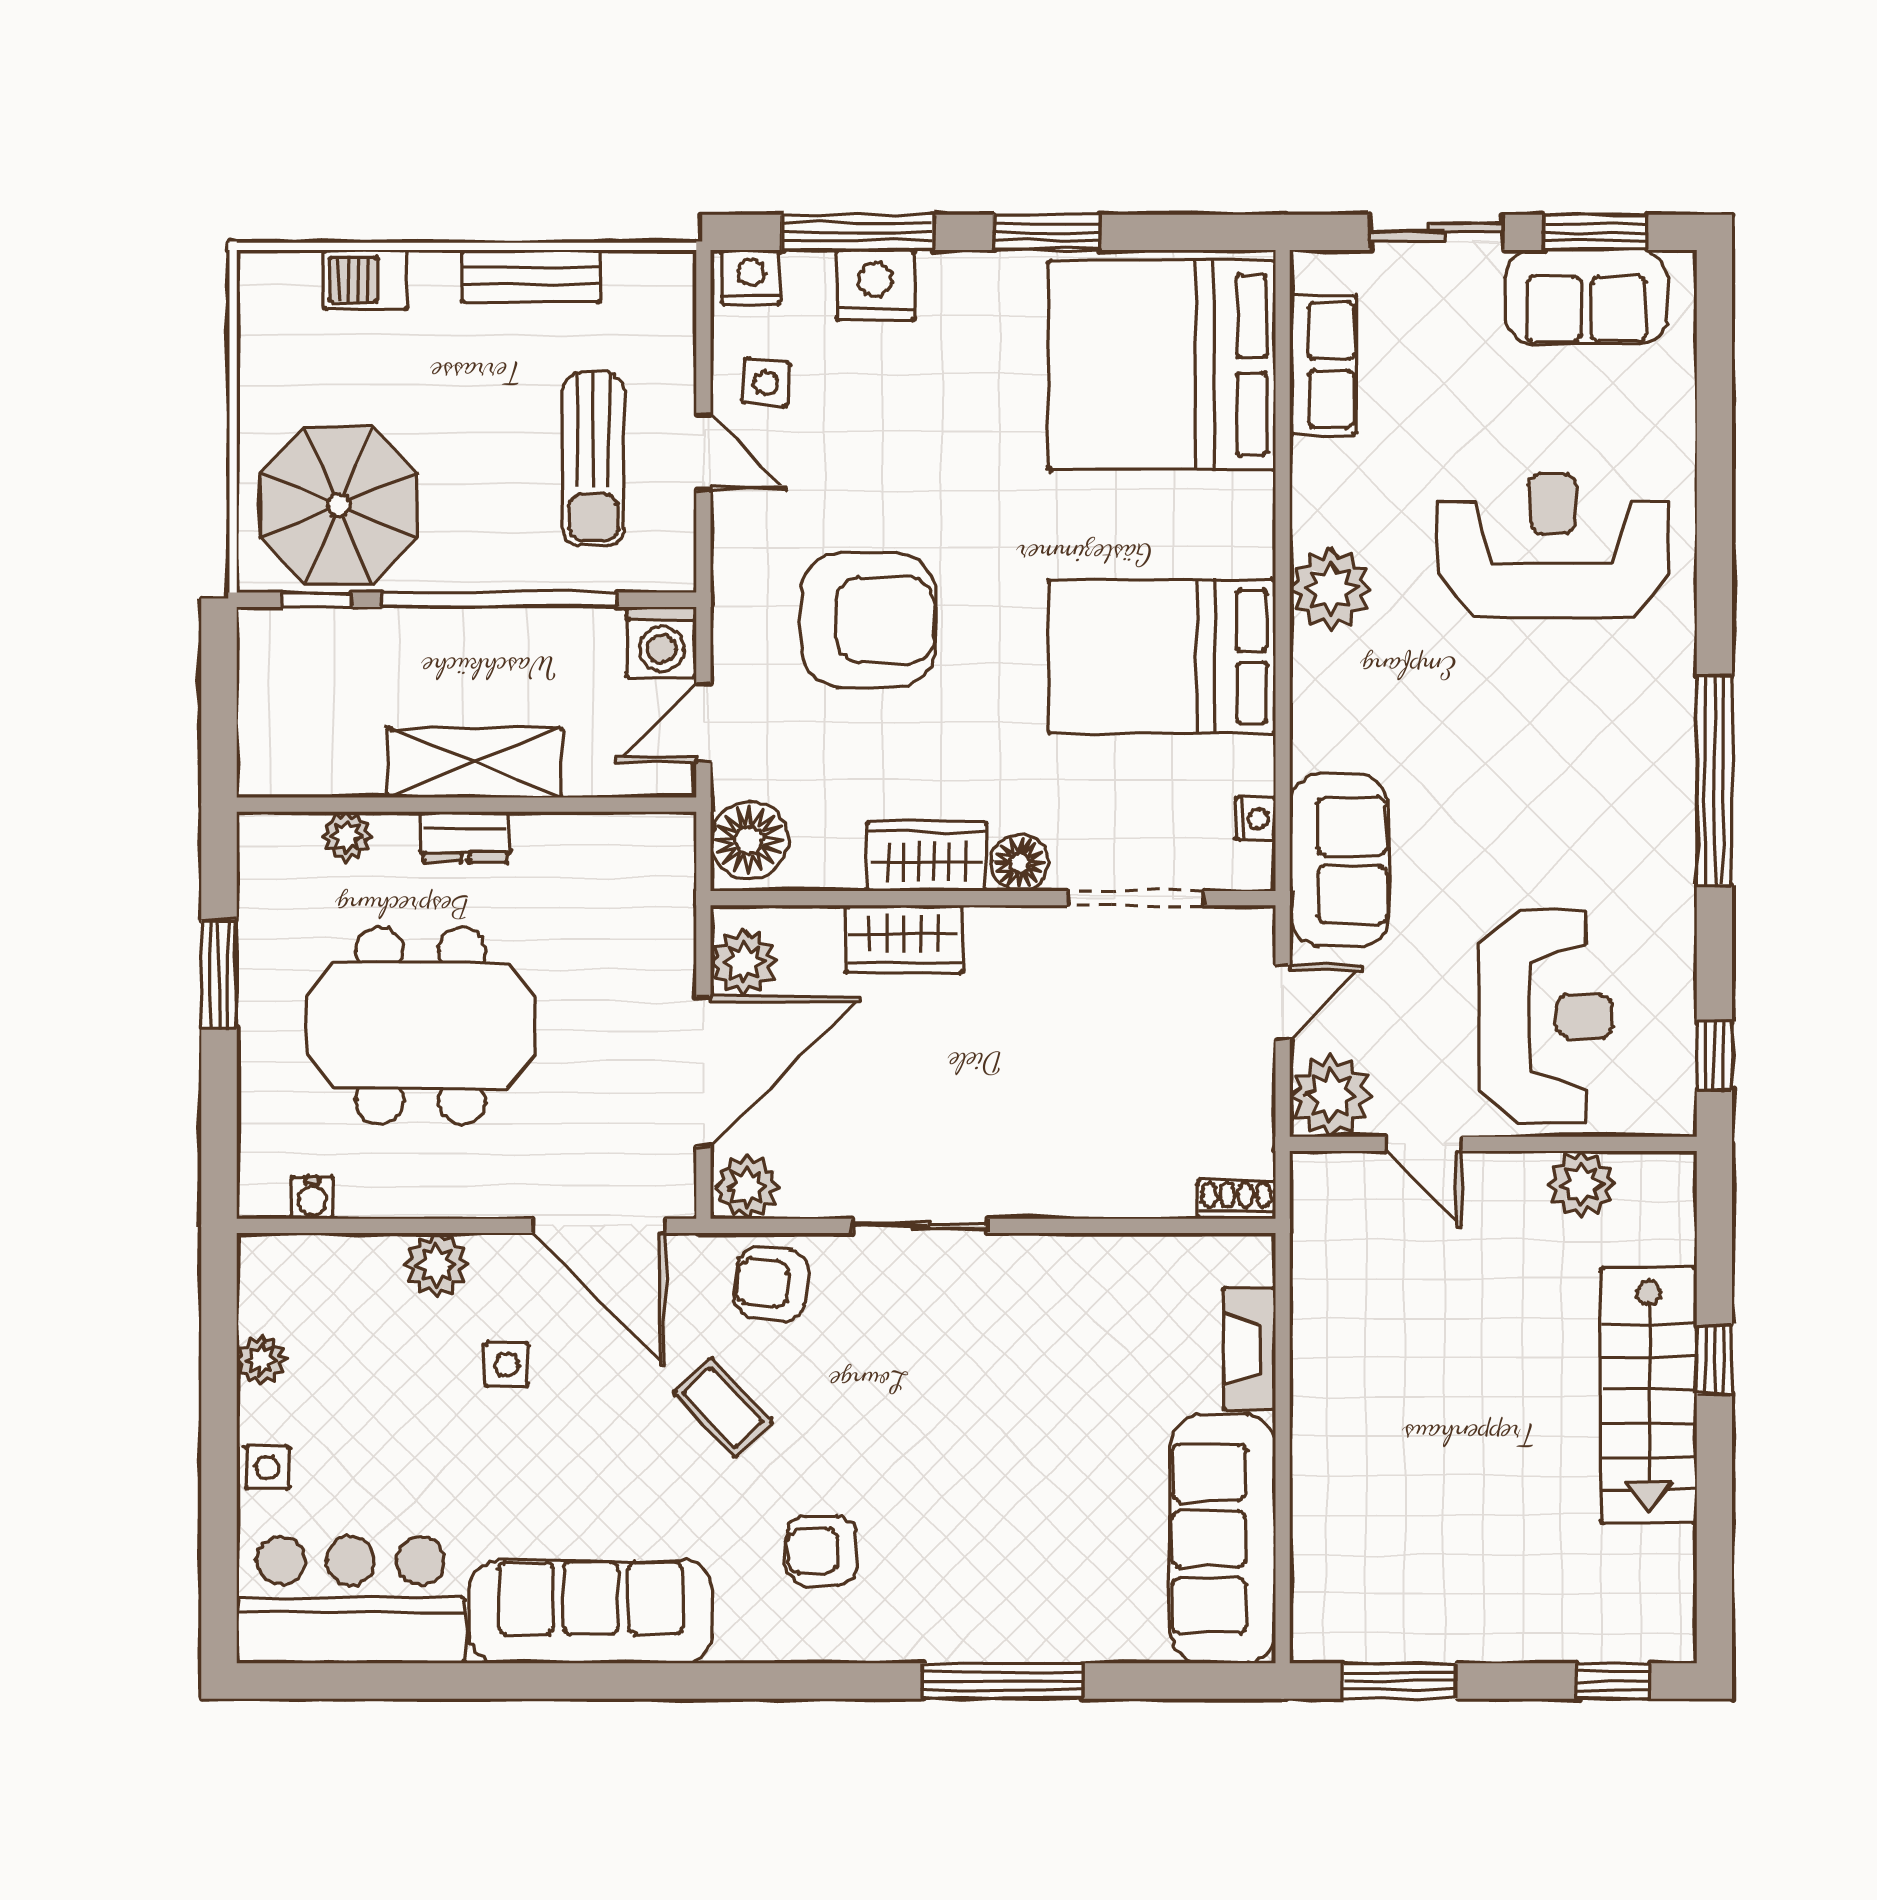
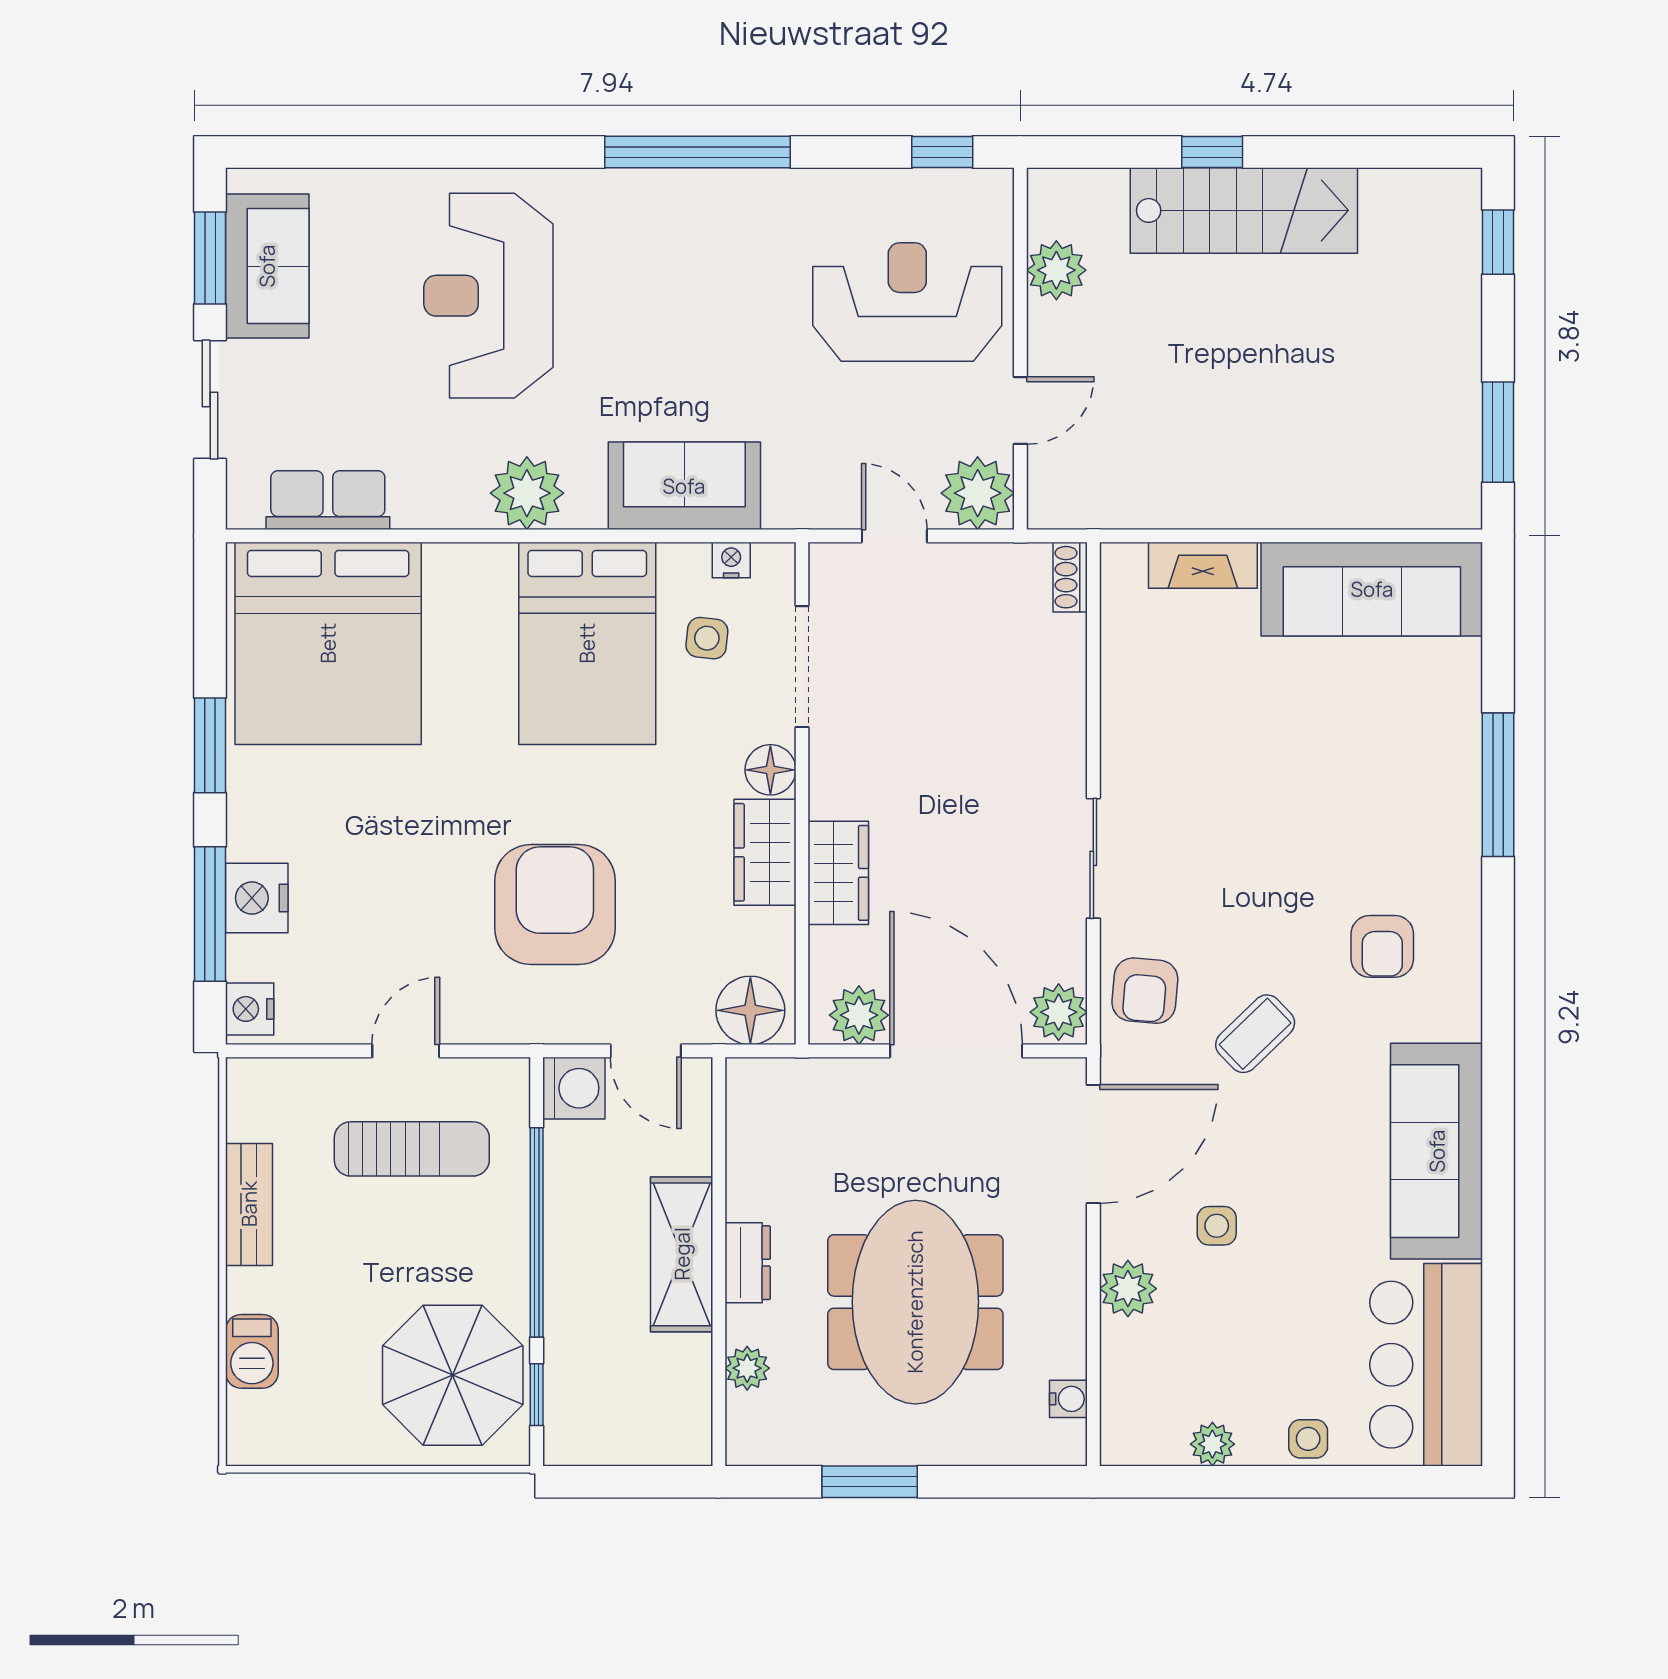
side table: (766, 383) -> (707, 638), moved
sofa: (1339, 860) -> (684, 486), moved

